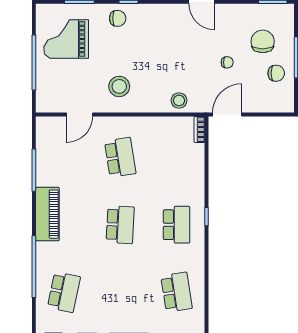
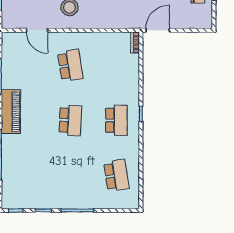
stool: (179, 100) -> (118, 19), removed
door: (79, 114) -> (37, 30), hinge flipped
school desk: (64, 292) -> (24, 175), removed

